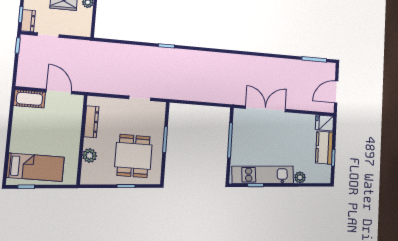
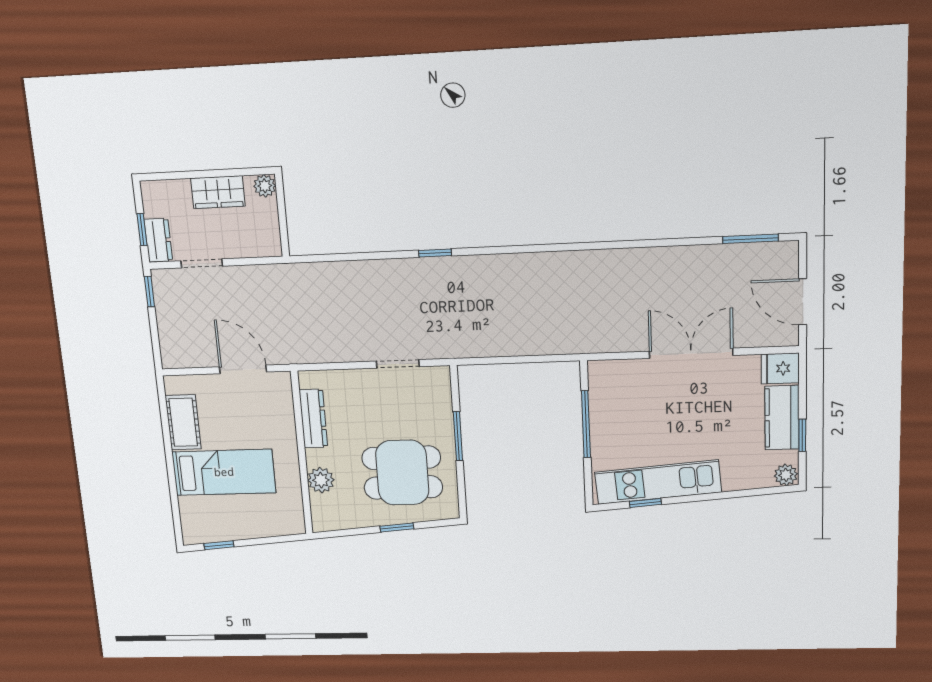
door: (336, 92) -> (803, 302), hinge flipped
cot: (29, 99) -> (183, 422), moved, turned 90
double door: (265, 109) -> (691, 353), moved
dining table: (133, 156) -> (402, 473), turned 90
bed: (35, 167) -> (224, 472), moved
plant: (300, 177) -> (786, 475), moved

